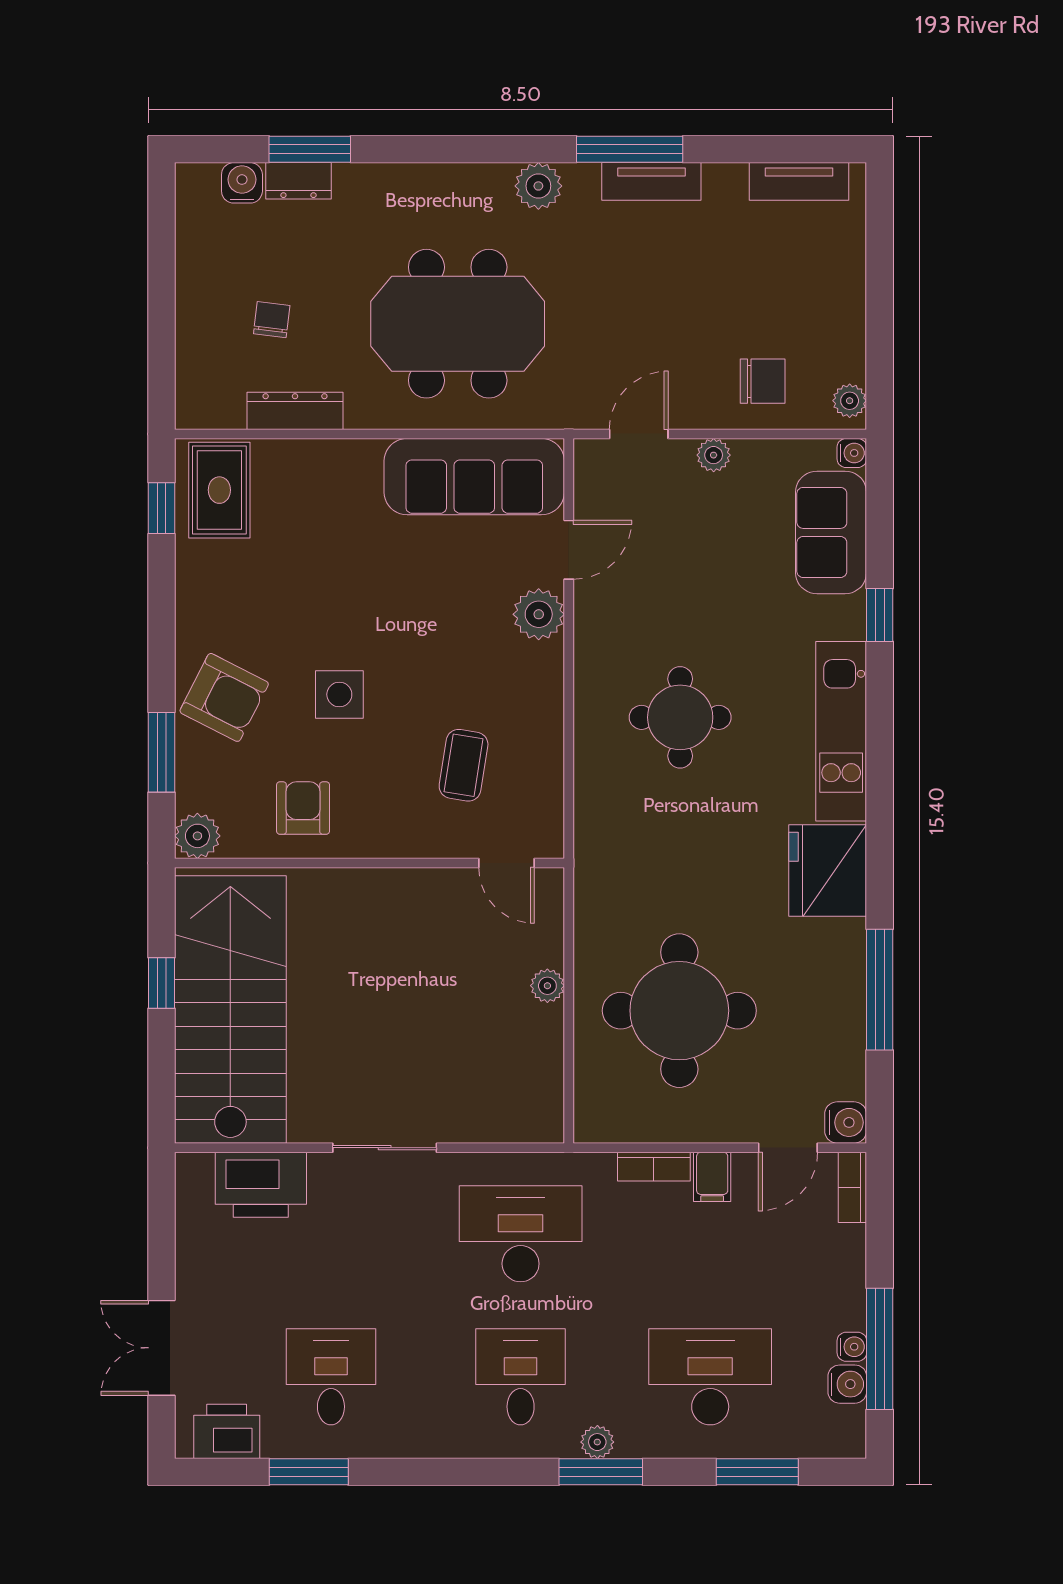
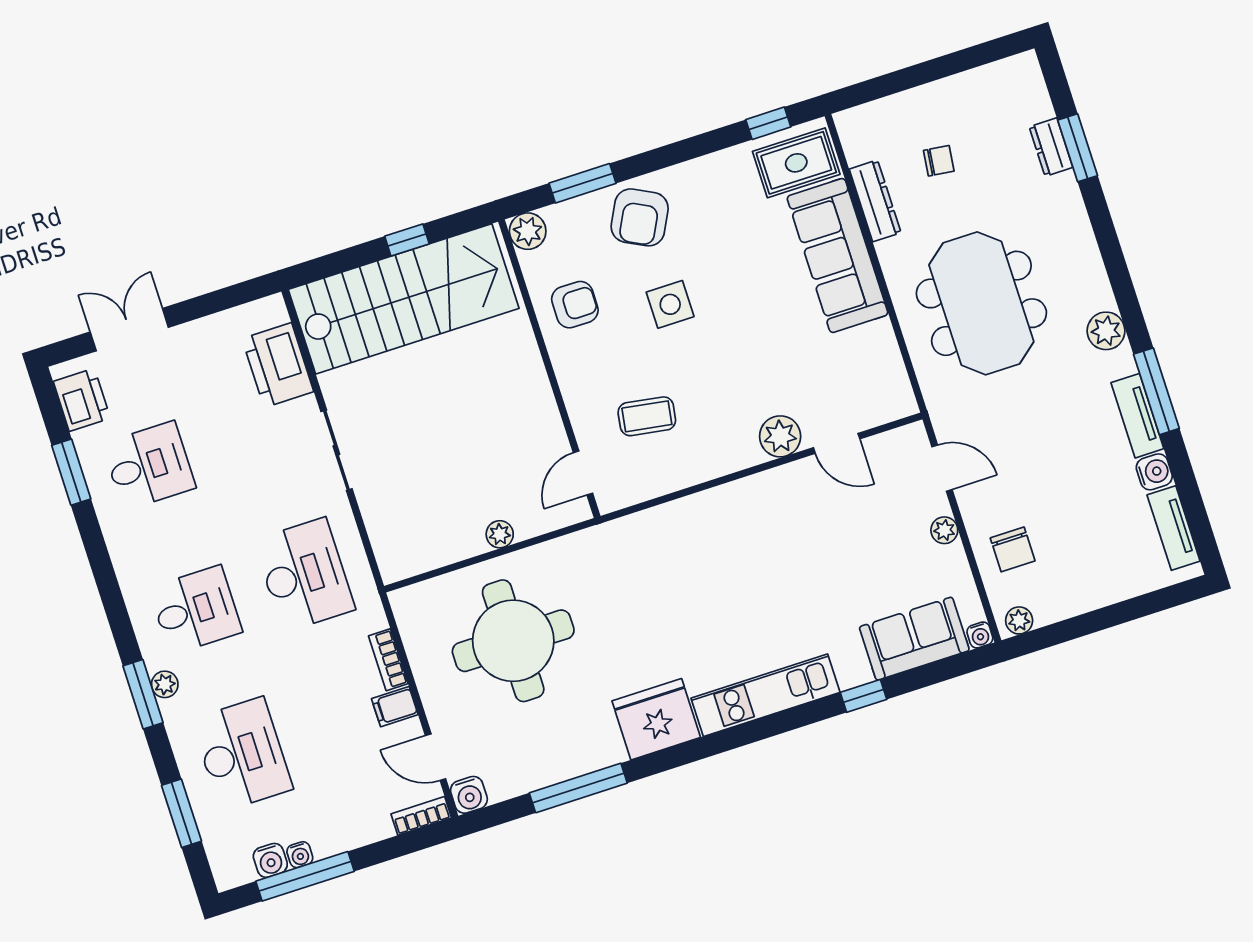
water cooler: (242, 183) -> (1154, 472), moved
sofa: (474, 477) -> (837, 255), moved
round table: (680, 717) -> (737, 569), removed

